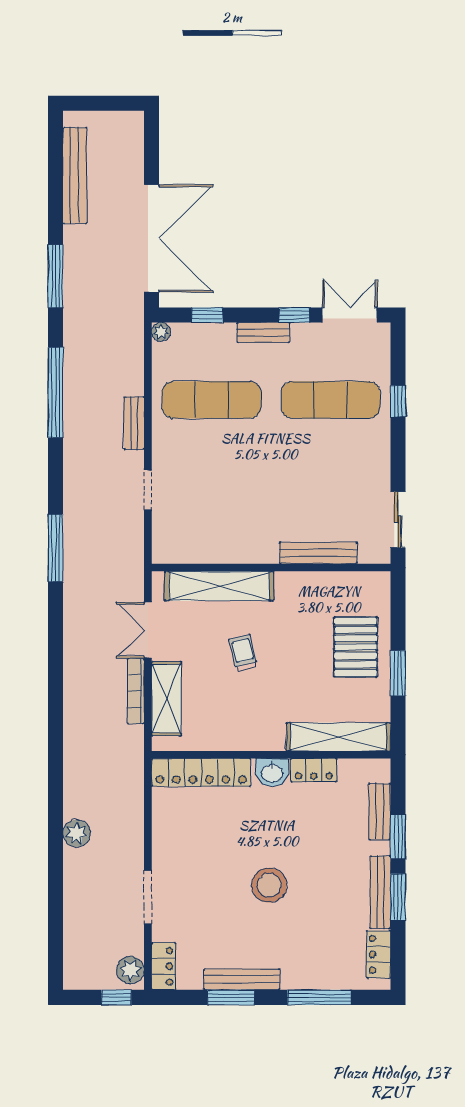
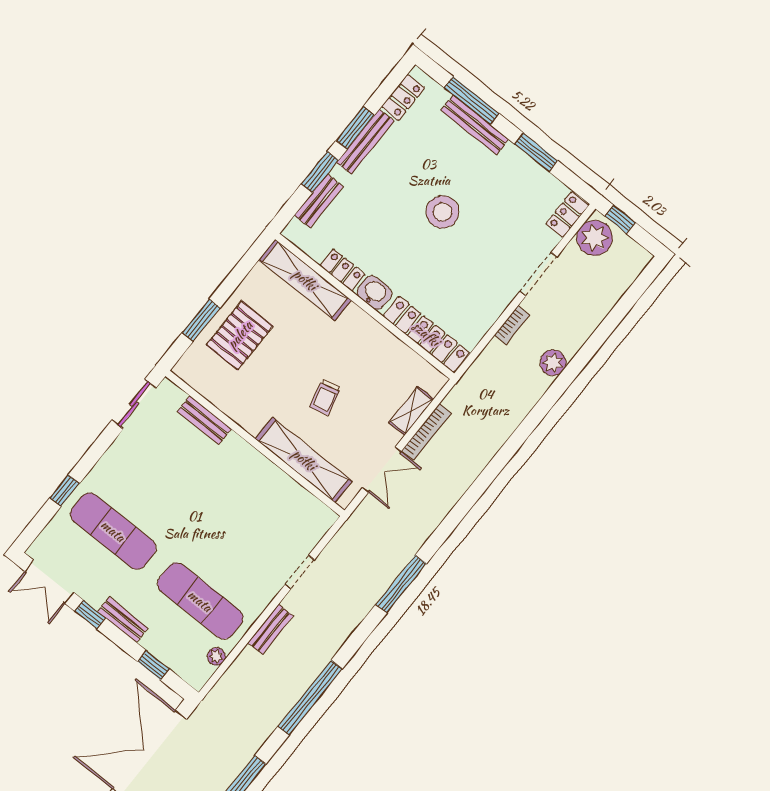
plant: (161, 332) -> (216, 656), moved
bench: (318, 553) -> (204, 420), width x0.73
window: (398, 673) -> (201, 320), moved
shelving: (166, 699) -> (411, 411), width x0.67, depth x0.75
bookcase: (136, 837) -> (512, 325), added
plant: (130, 970) -> (595, 238), width x1.36, depth x1.36
bench: (242, 979) -> (475, 125), moved

